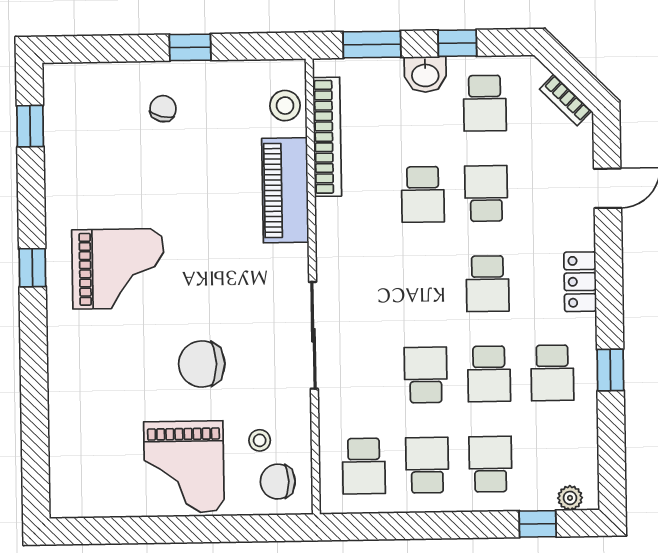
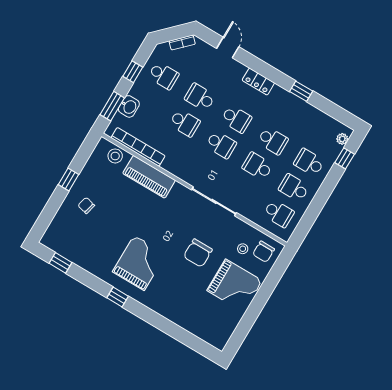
washbasin: (425, 74) -> (129, 106), moved
school desk: (552, 373) -> (221, 145), moved

